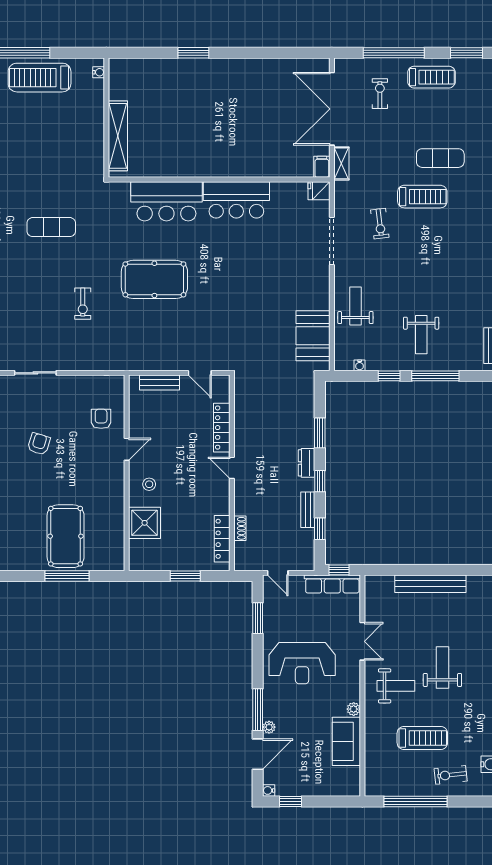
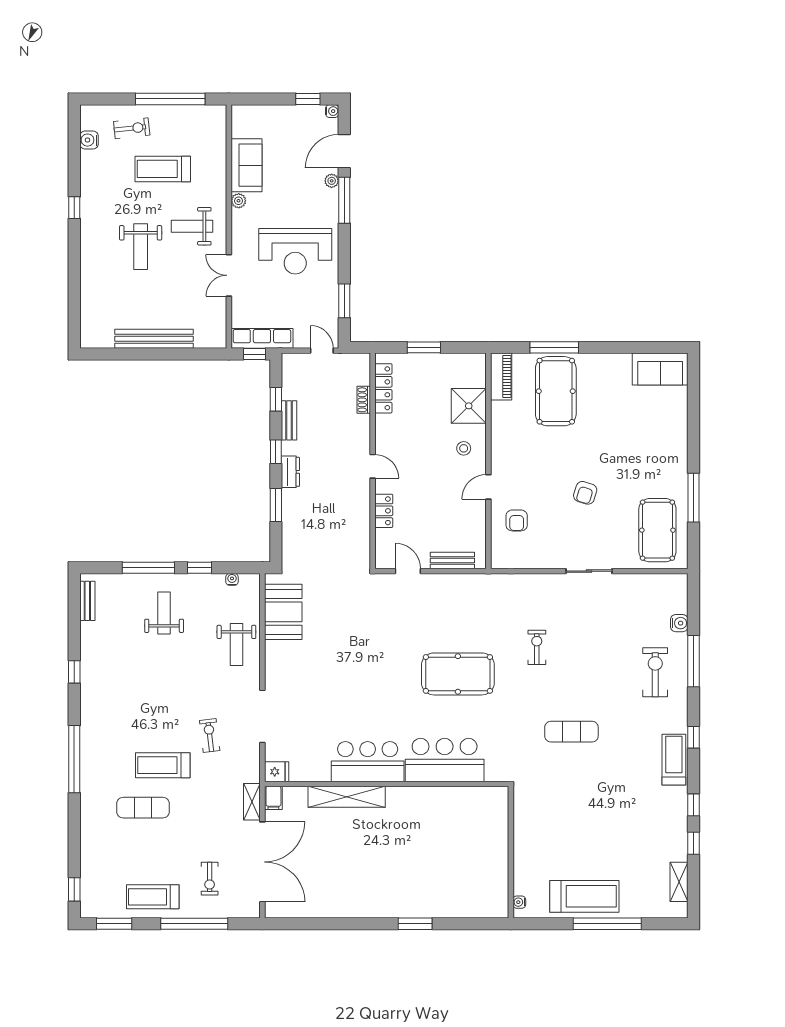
shelving: (118, 136) -> (347, 797), moved, turned 90
locker: (222, 428) -> (384, 511), width x0.66
piano: (115, 549) -> (501, 377), added
reception desk: (302, 663) -> (295, 251), turned 180

